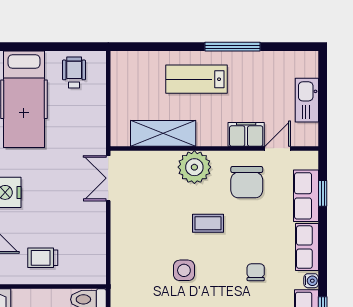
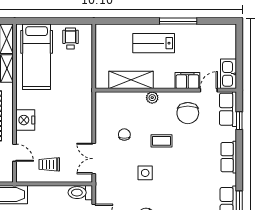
kitchen sink: (307, 100) -> (229, 74), moved
plant: (194, 167) -> (152, 98), width x0.53, depth x0.53
double door: (108, 178) -> (94, 159), moved
row of seats: (306, 196) -> (228, 109), moved
chair: (256, 272) -> (124, 135), moved
water cooler: (311, 281) -> (232, 180), removed

